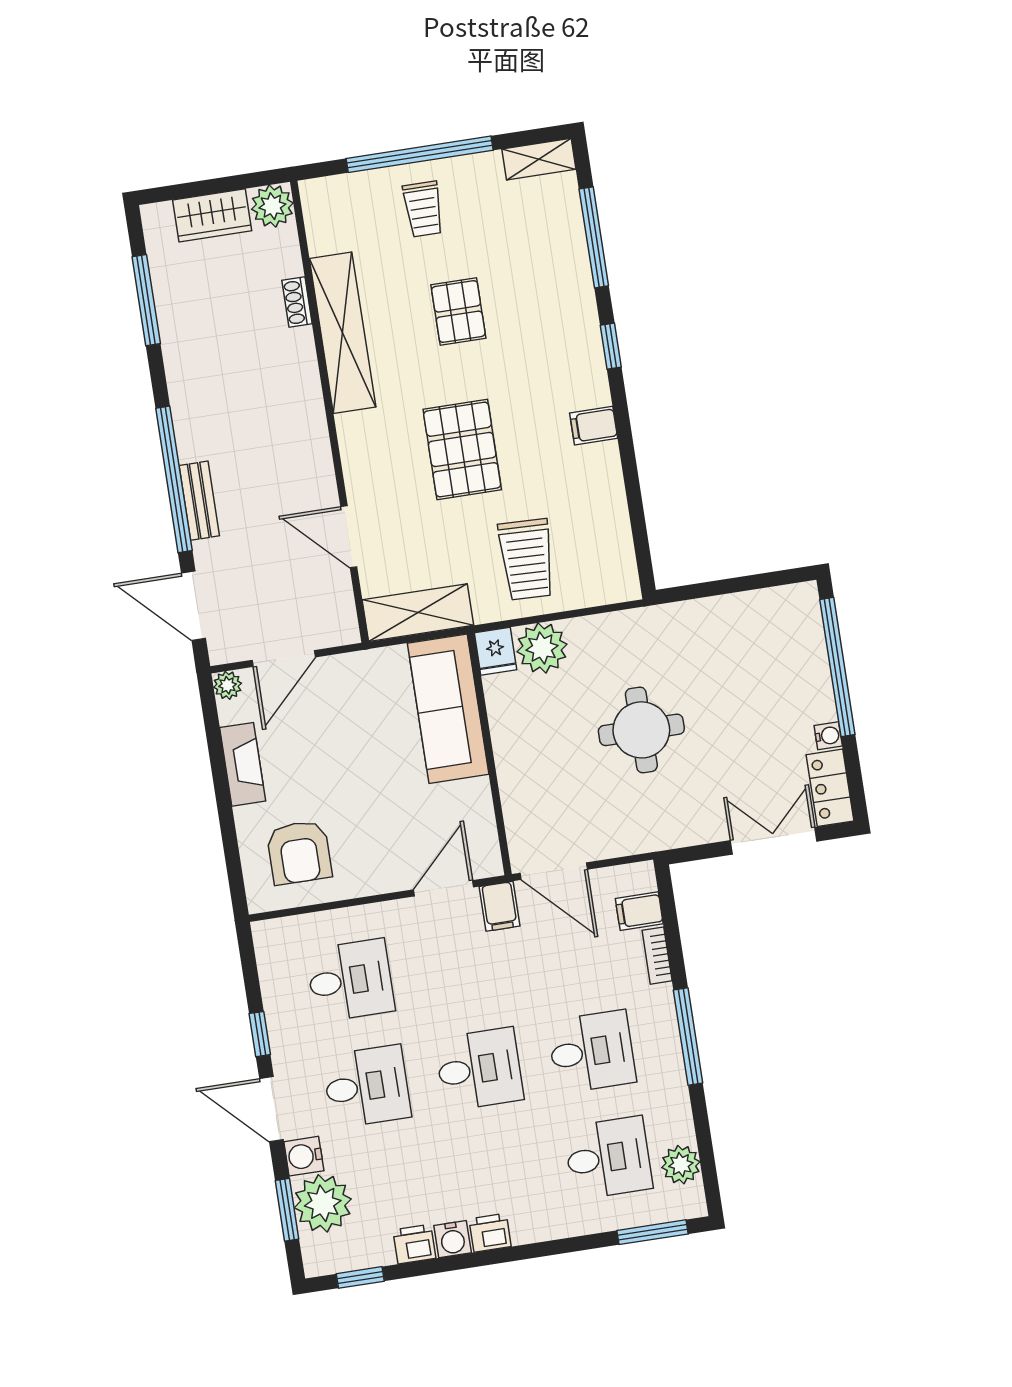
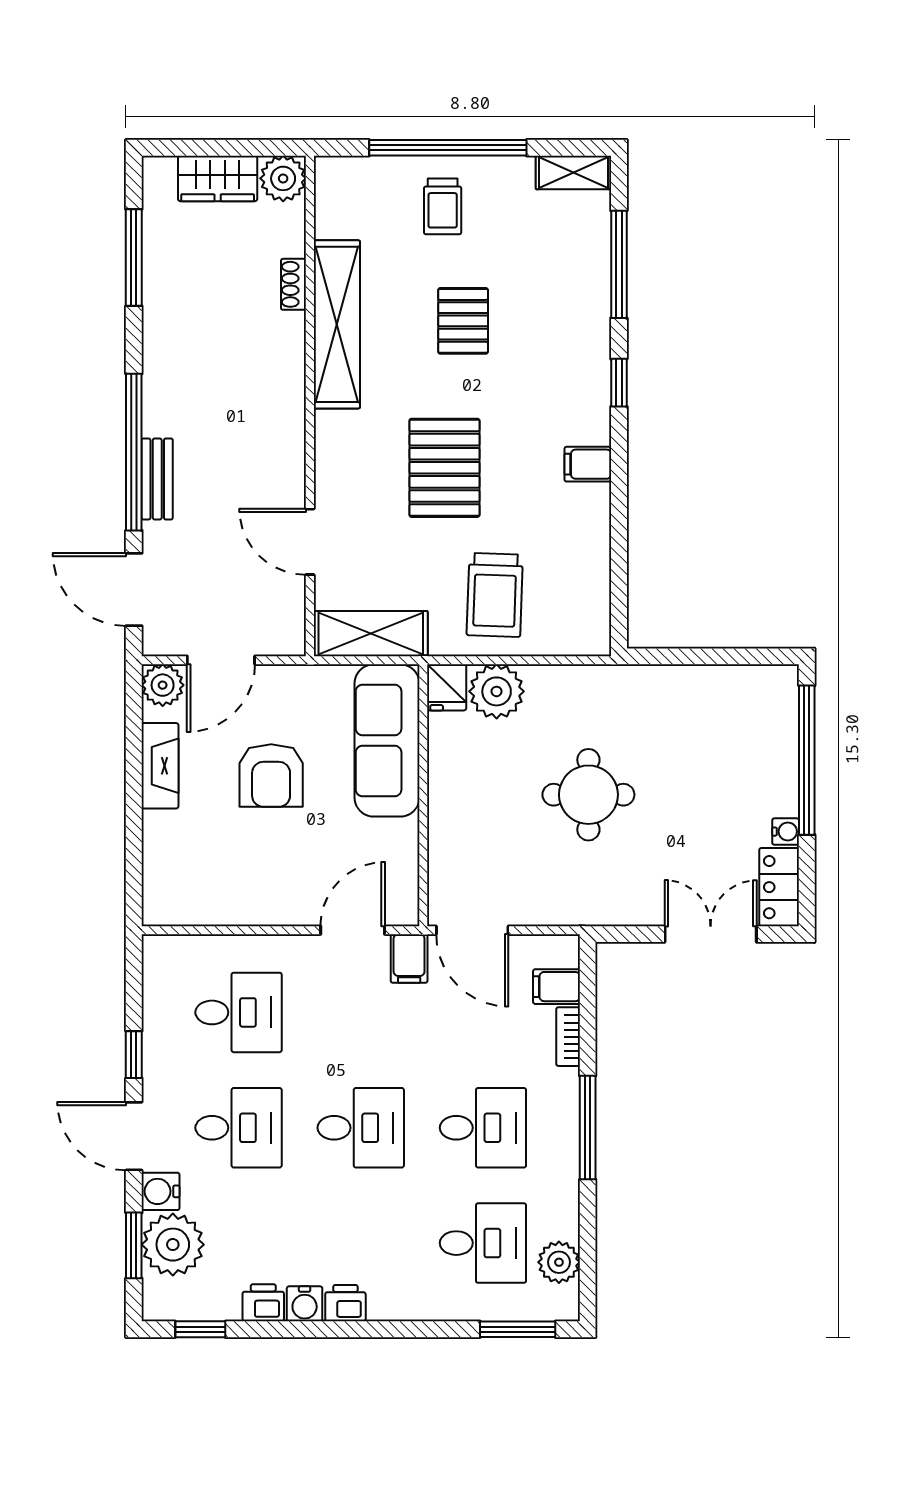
plant: (228, 685) -> (163, 685), width x1.38, depth x1.38
armchair: (299, 852) -> (271, 775), moved

